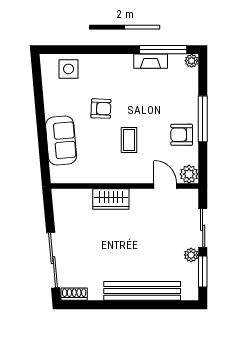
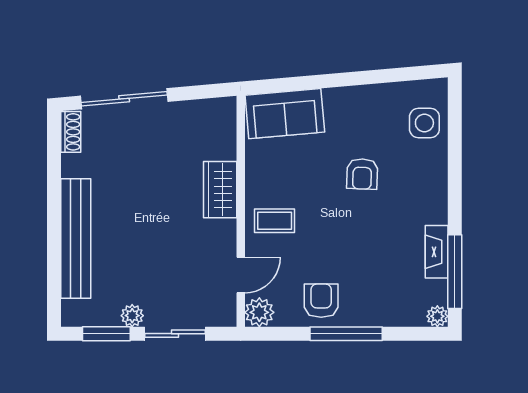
coffee table: (129, 140) -> (275, 221), moved
sofa: (61, 141) -> (285, 114), moved

